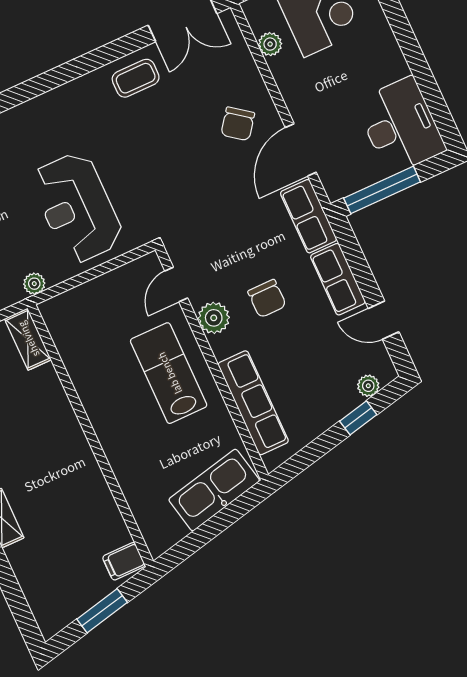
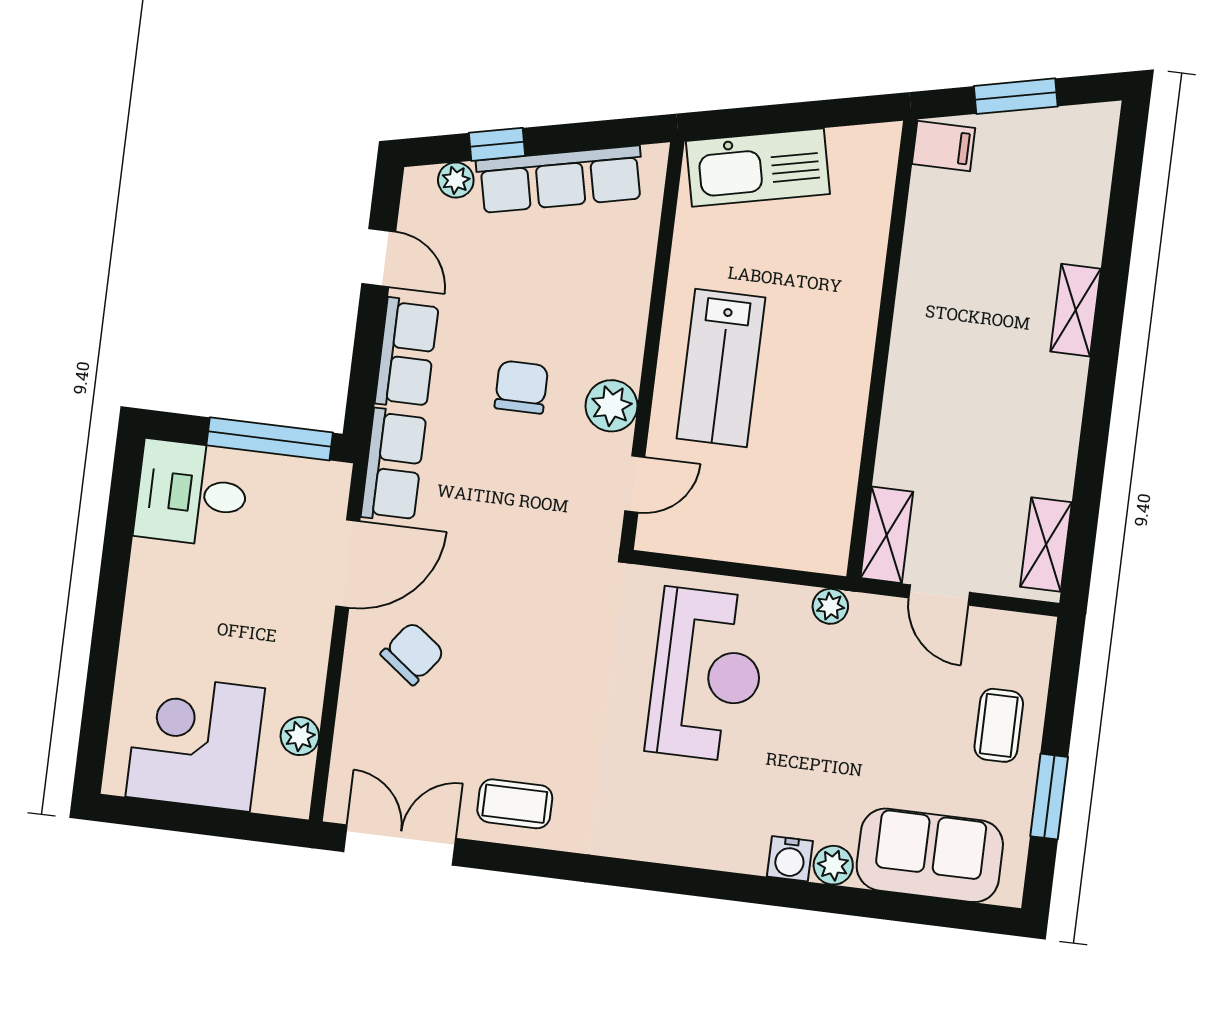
desk: (400, 126) -> (192, 493), width x0.73
row of seats: (253, 403) -> (560, 179), moved, turned -102

